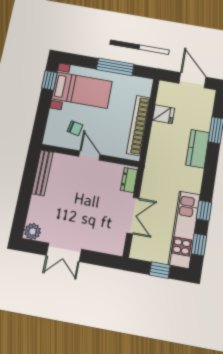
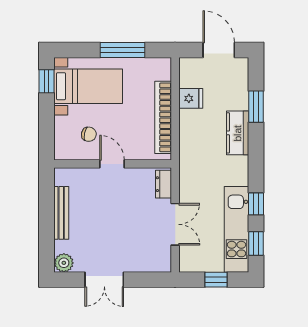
bench: (42, 173) -> (61, 213), moved

